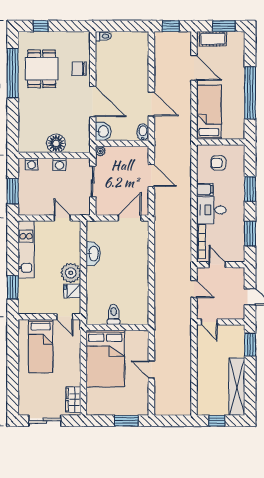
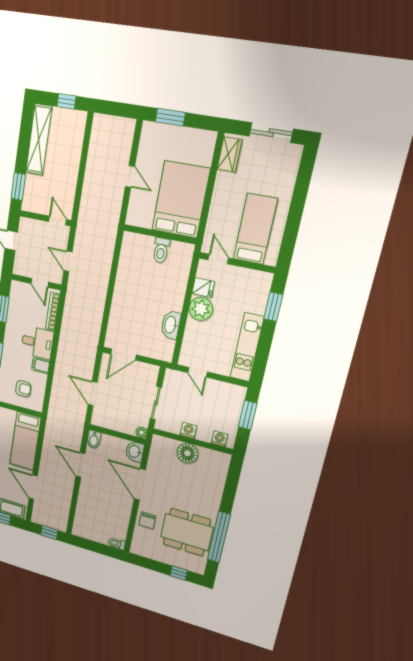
dining table: (42, 69) -> (187, 532), width x1.37
chair: (79, 69) -> (147, 520), turned 90

